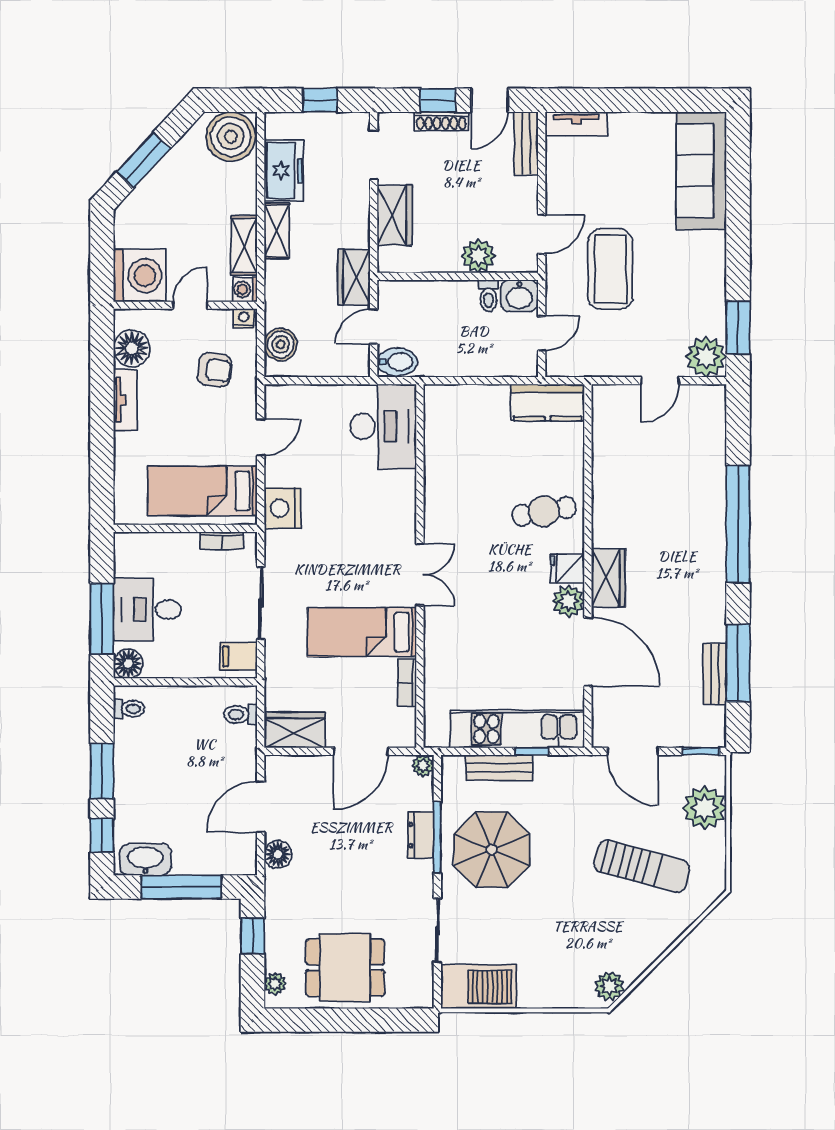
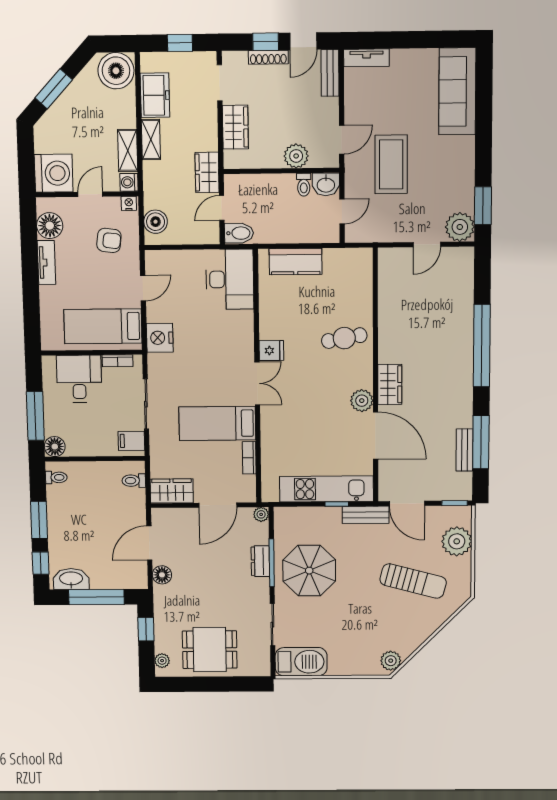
kitchen counter: (548, 402) -> (296, 262), moved
fridge: (567, 568) -> (271, 351), moved, turned 180
desk: (147, 610) -> (79, 379), moved, turned 90
bench: (499, 768) -> (366, 515), moved

